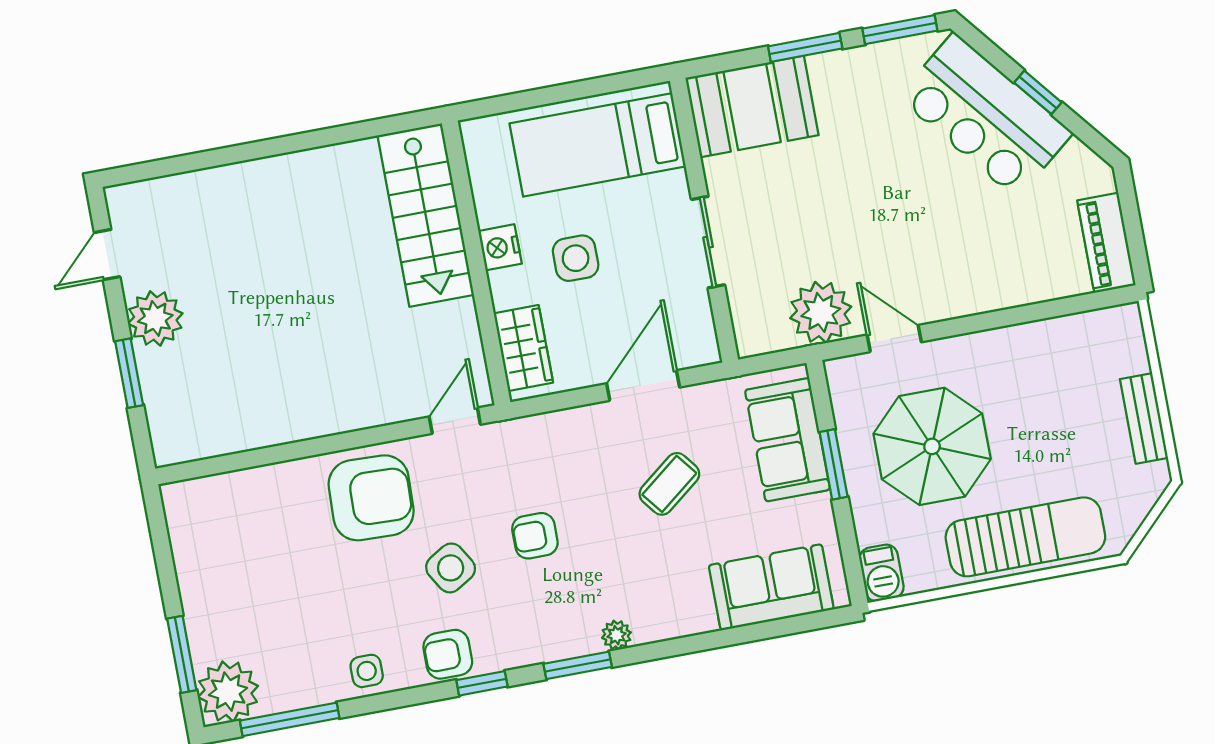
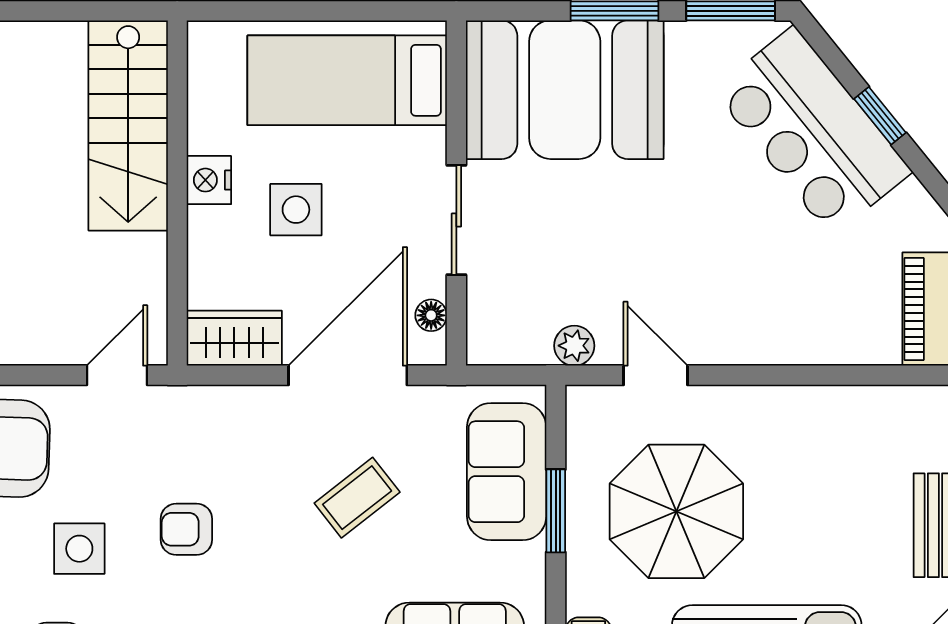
booth: (752, 106) -> (565, 90), width x1.36, depth x1.42
plant: (821, 312) -> (574, 346), width x0.53, depth x0.53
floor lamp: (702, 324) -> (431, 315), added
wardrobe: (523, 348) -> (234, 338), moved, turned -90
door: (643, 385) -> (348, 375), width x1.36
side table: (451, 568) -> (79, 549), turned 31

